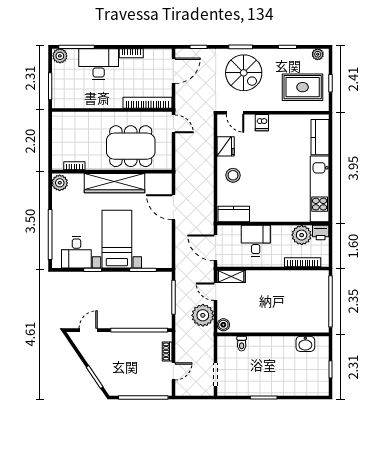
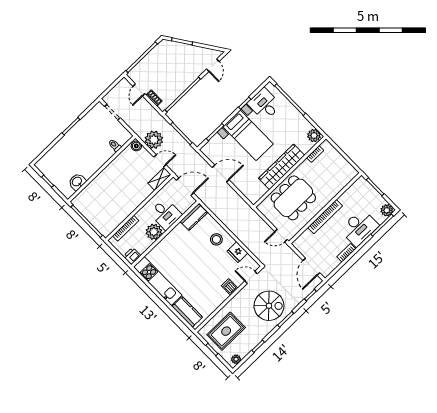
spiral stairs: (244, 73) -> (269, 306), turned 180
bookcase: (147, 103) -> (325, 217), moved
door: (173, 207) -> (221, 174), moved
plant: (302, 235) -> (154, 232), moved

